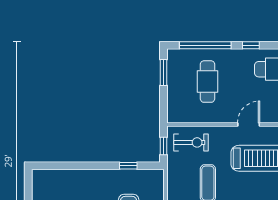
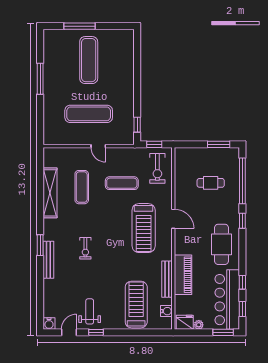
cafe table: (208, 82) -> (211, 183), width x0.73, depth x0.74
window: (128, 166) -> (137, 125), moved

